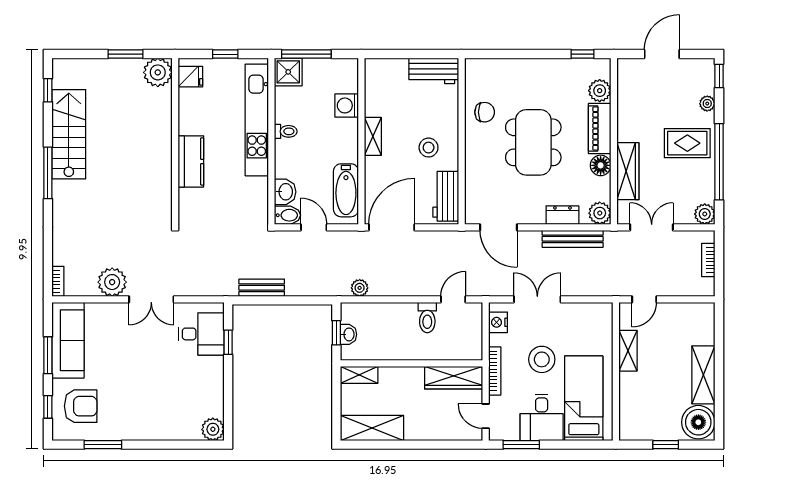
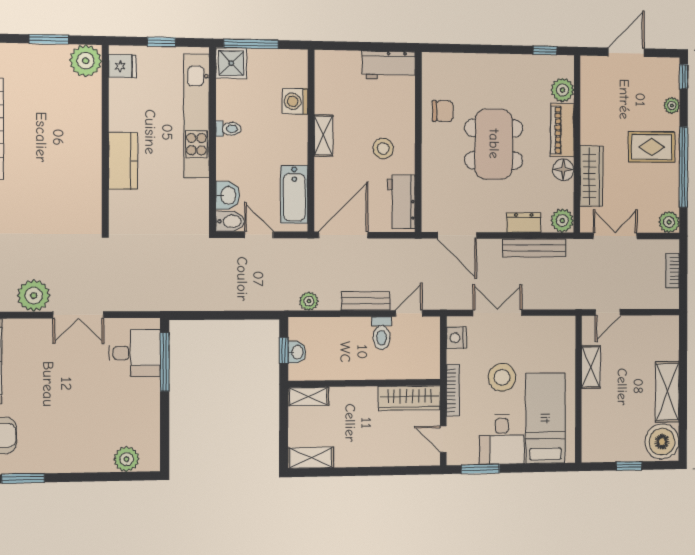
bench: (262, 288) -> (366, 301), moved
window: (228, 342) -> (165, 362), width x2.17
shelving: (372, 428) -> (311, 458), width x0.67, depth x0.75
plant: (213, 429) -> (127, 459), moved

